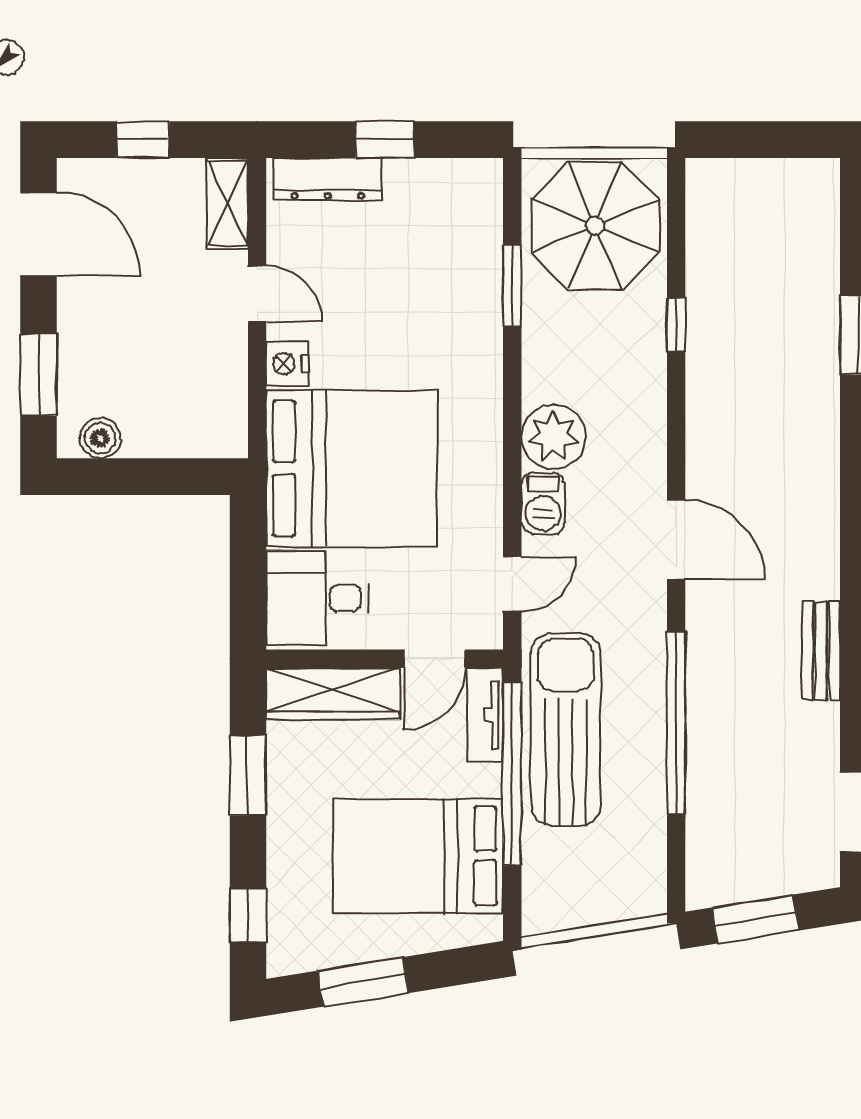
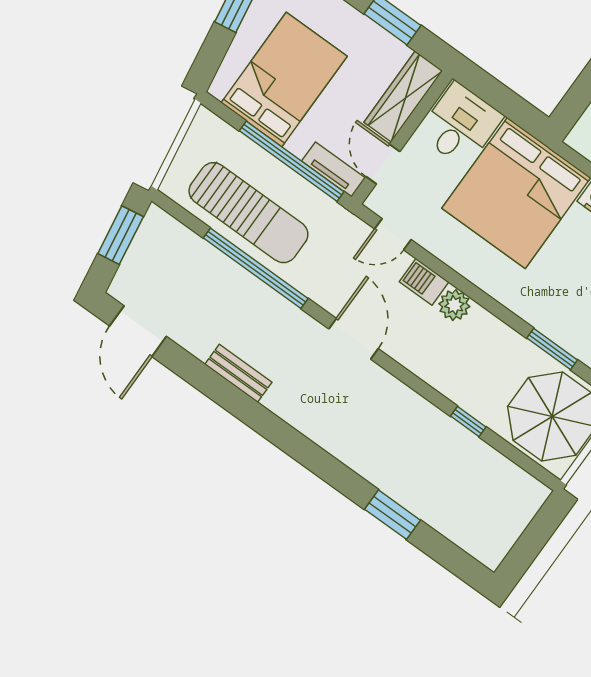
plant: (553, 437) -> (454, 305), width x0.73, depth x0.73
door: (676, 540) -> (353, 339), swing flipped
door: (512, 584) -> (393, 234), hinge flipped
sun lounger: (566, 729) -> (248, 213), moved

